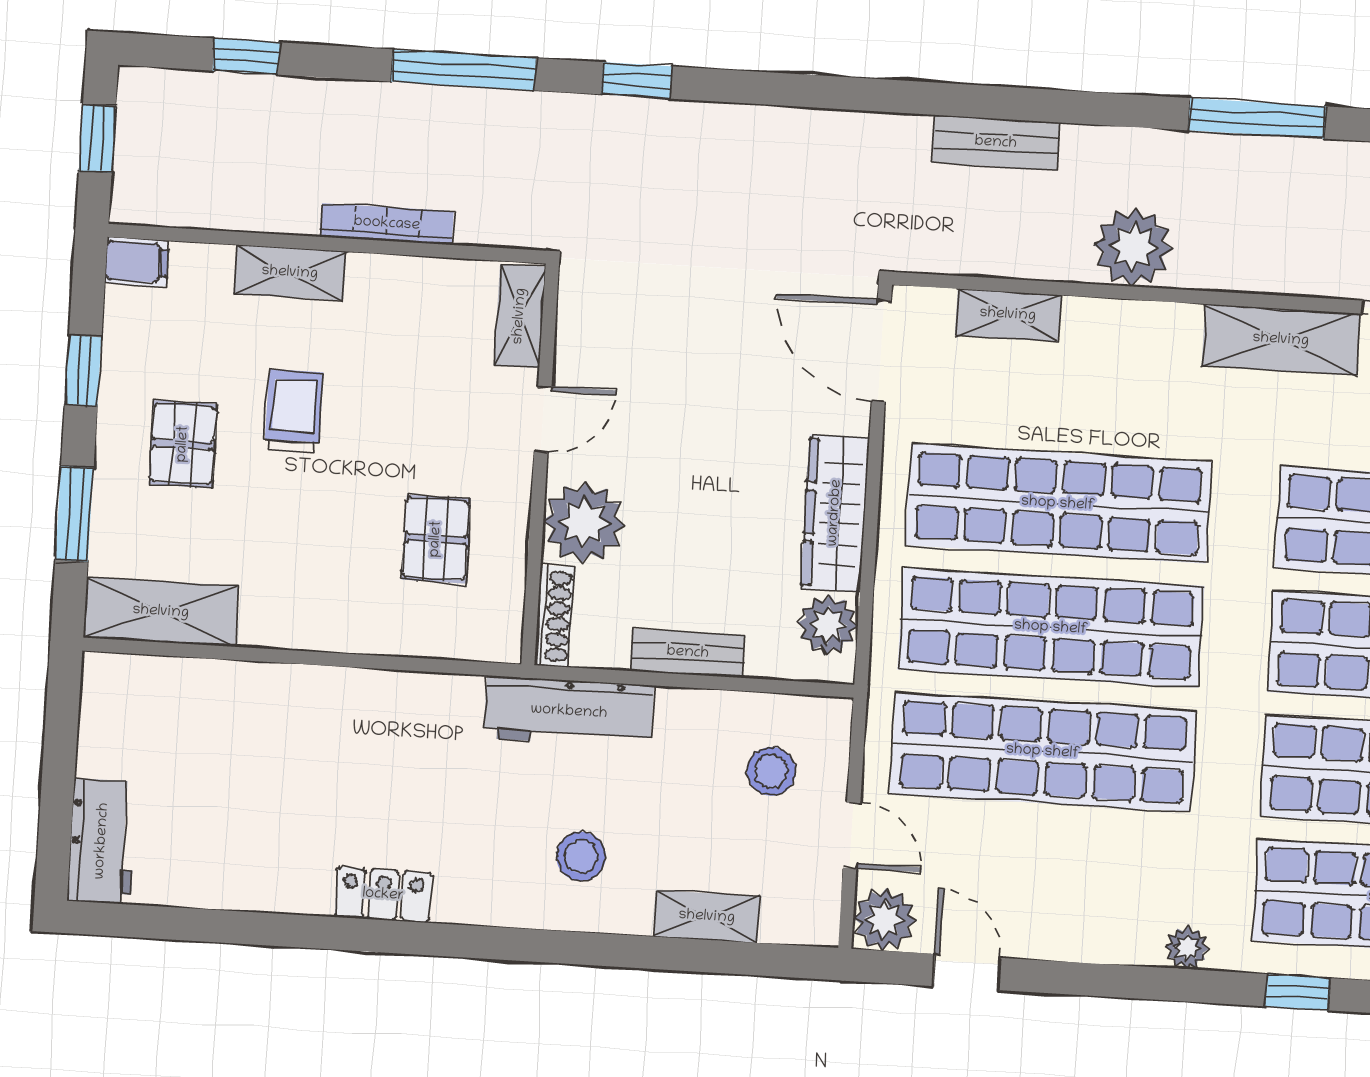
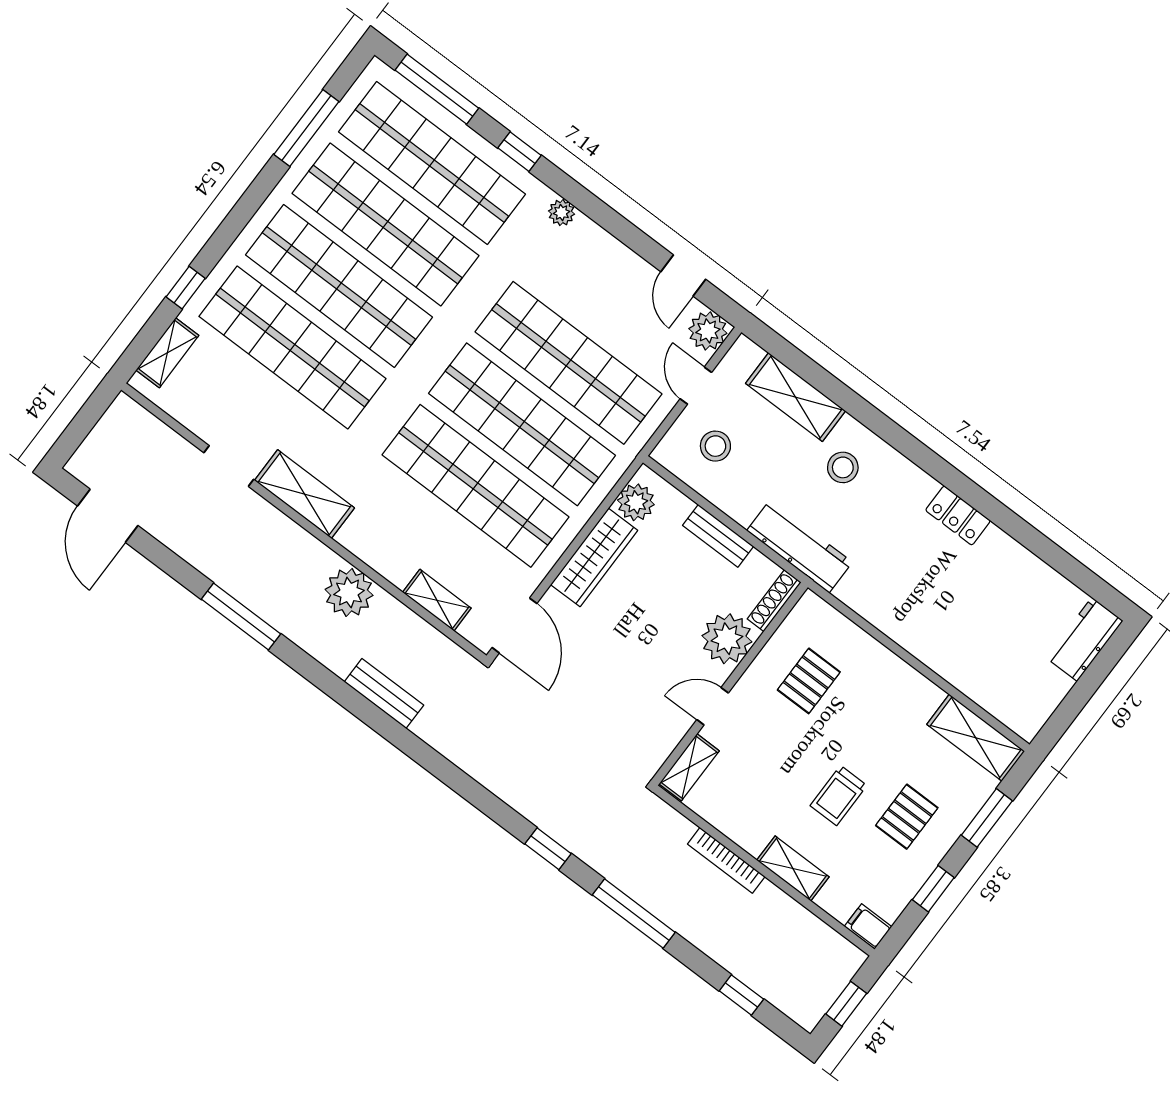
shelving: (707, 917) -> (796, 397), width x1.50, depth x1.33

